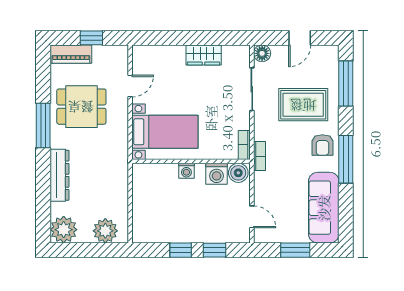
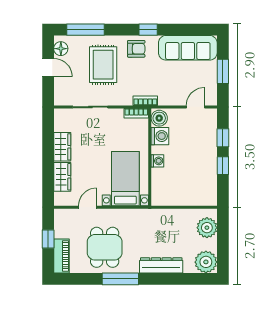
floor lamp: (262, 53) -> (61, 49), moved
wardrobe: (167, 55) -> (62, 177), added
door: (130, 86) -> (88, 207), hinge flipped
window: (346, 159) -> (148, 30), width x0.46

